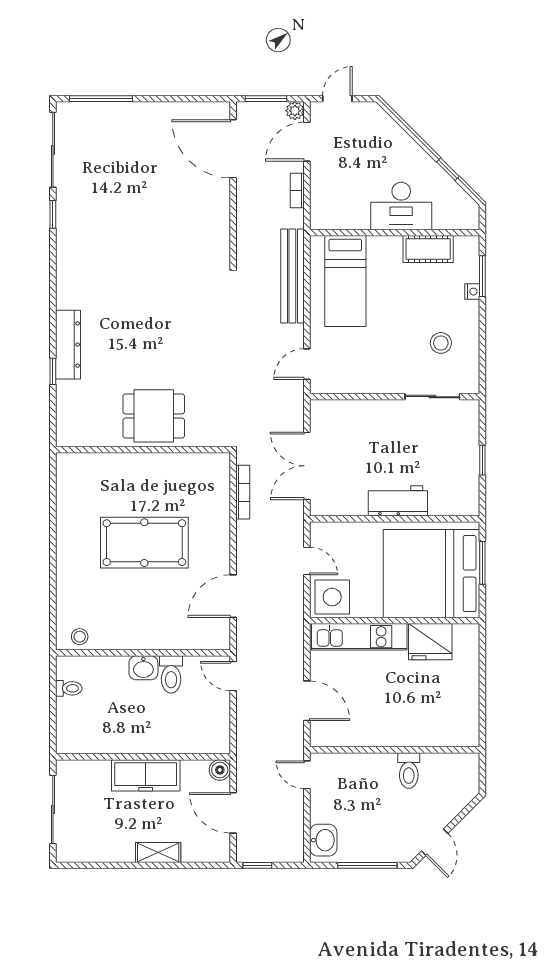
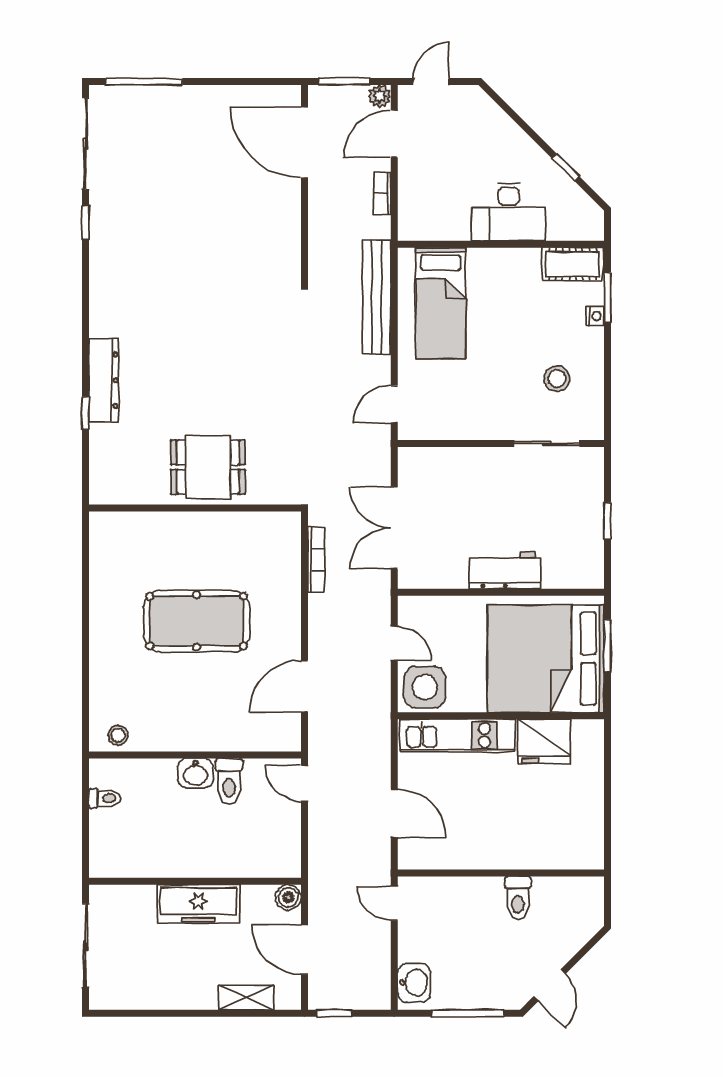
cot: (428, 249) -> (573, 264), moved
shelving: (158, 852) -> (246, 998), moved

